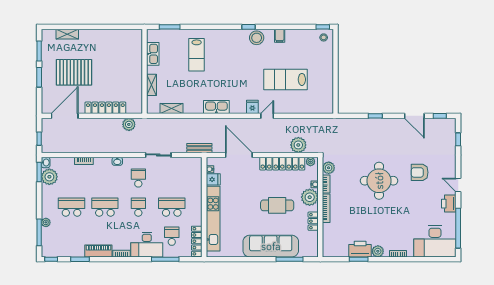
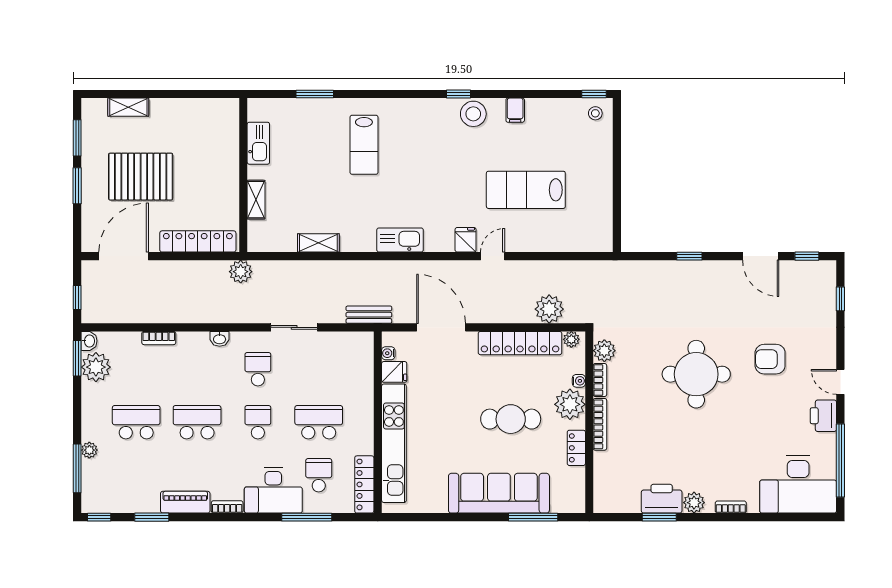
kitchen sink: (153, 54) -> (258, 143), moved
wall: (144, 71) -> (243, 175), moved
shelving: (151, 85) -> (256, 200), moved

